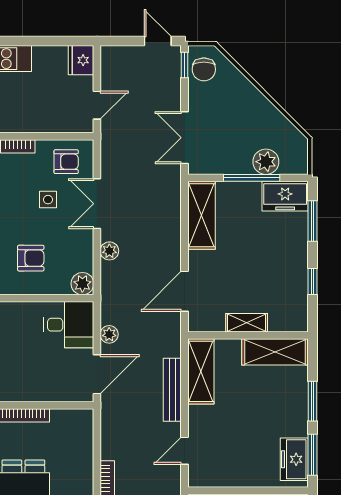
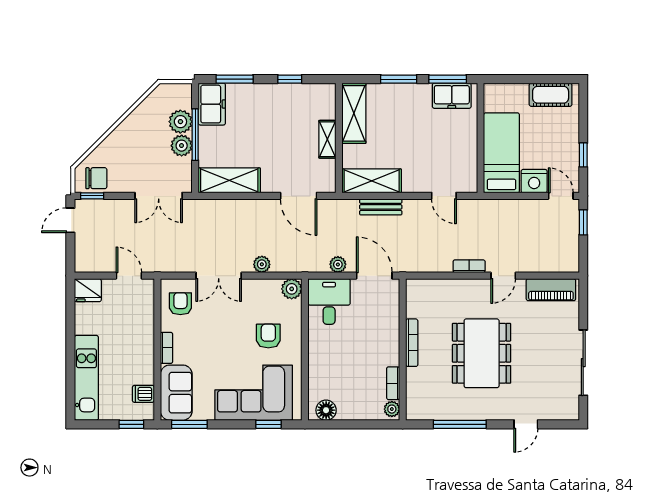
plant: (240, 163) -> (182, 146), added
side table: (48, 200) -> (215, 320), removed
bench: (172, 390) -> (381, 207), width x0.73

